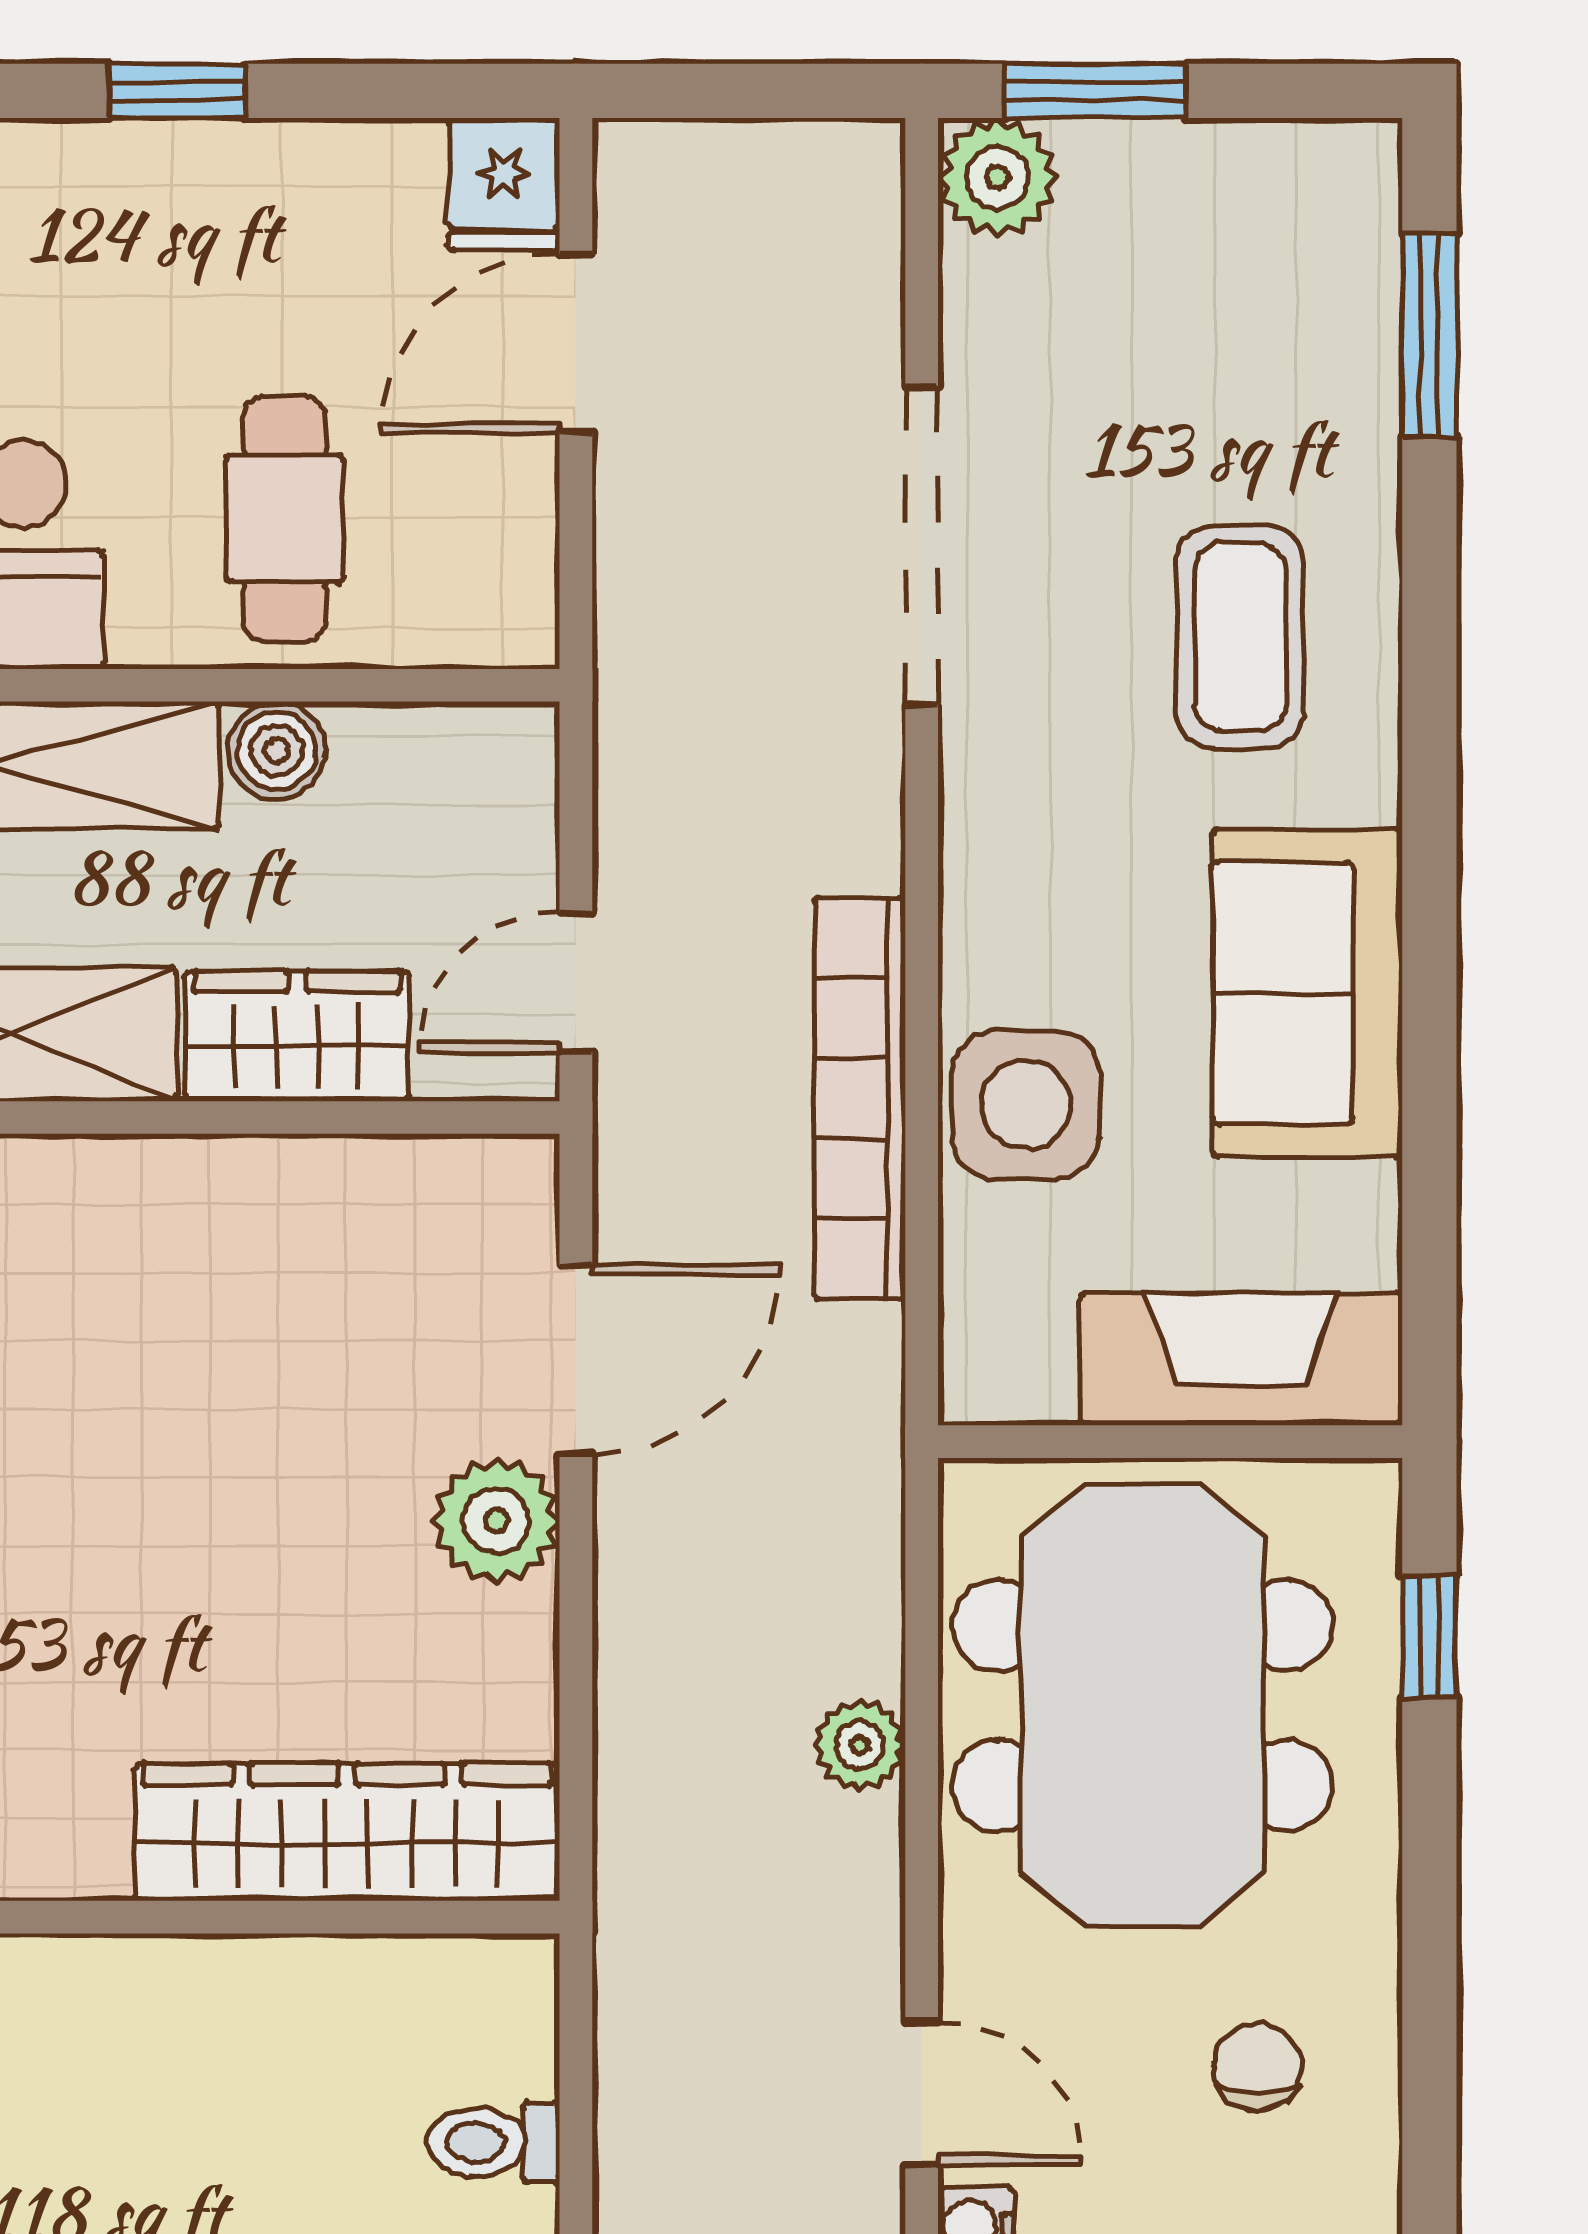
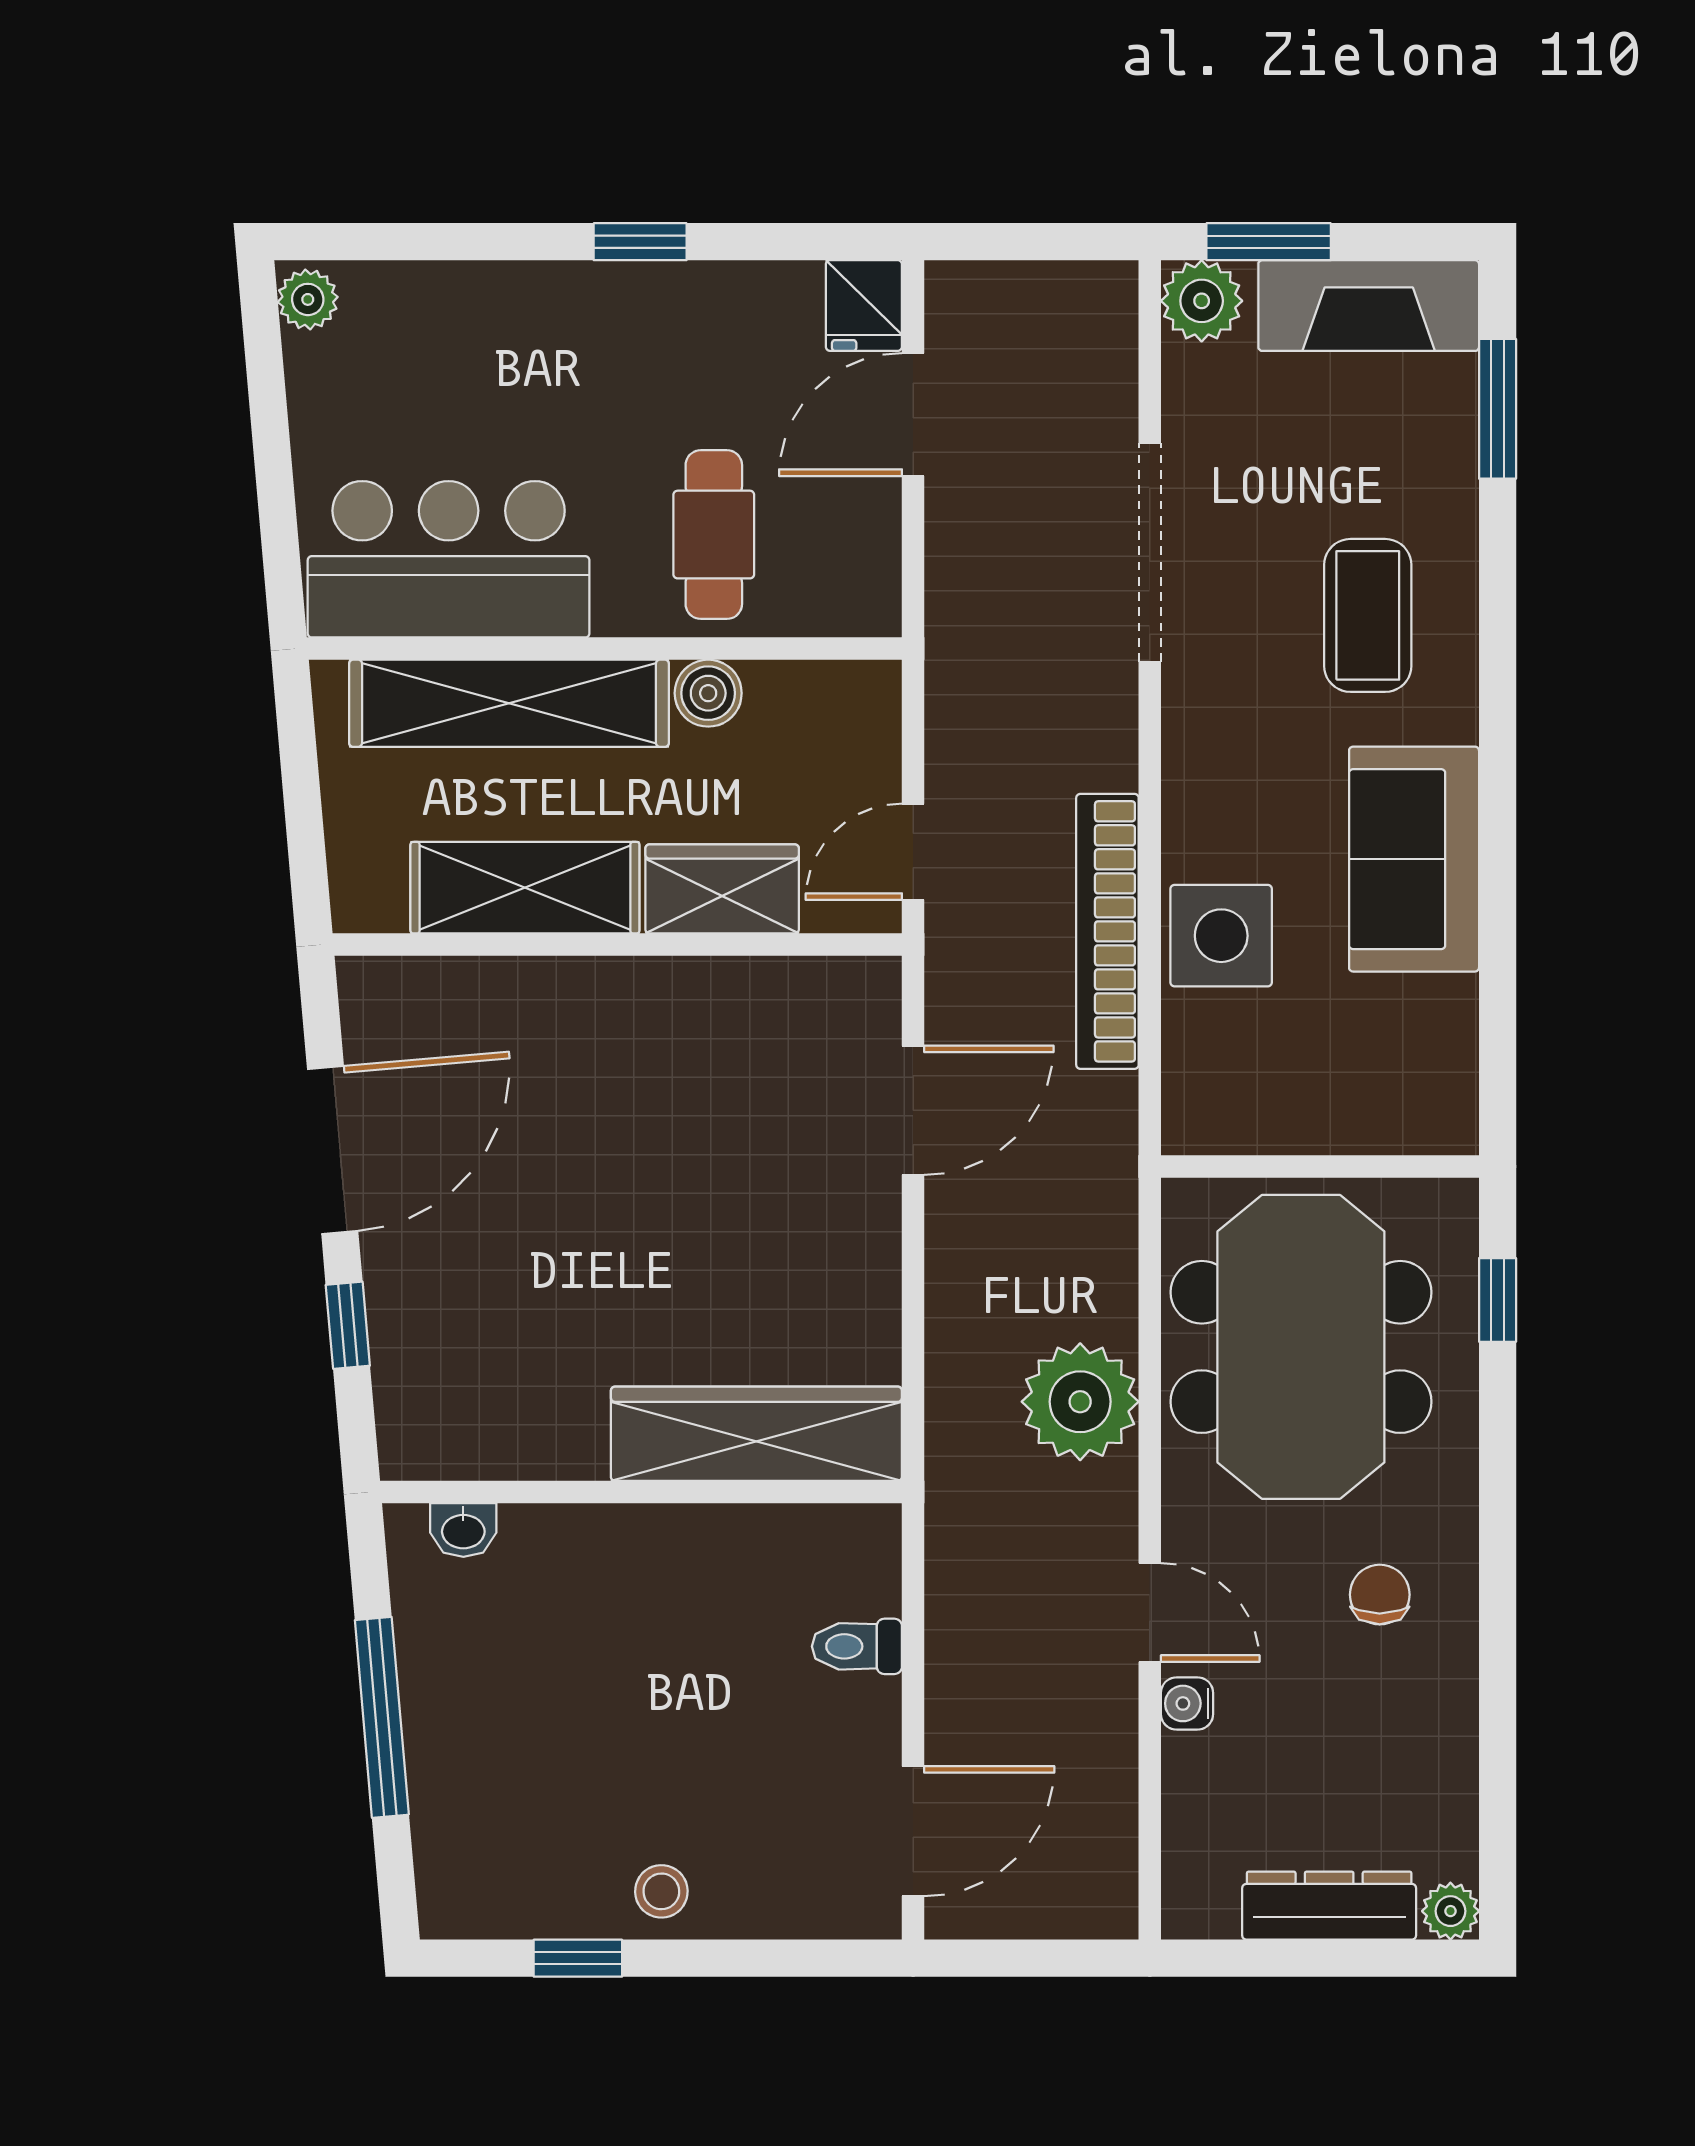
fireplace: (1241, 1359) -> (1369, 306), moved, turned 180
plant: (496, 1521) -> (859, 1221), removed
plant: (860, 1745) -> (1080, 1402), width x1.87, depth x1.87

